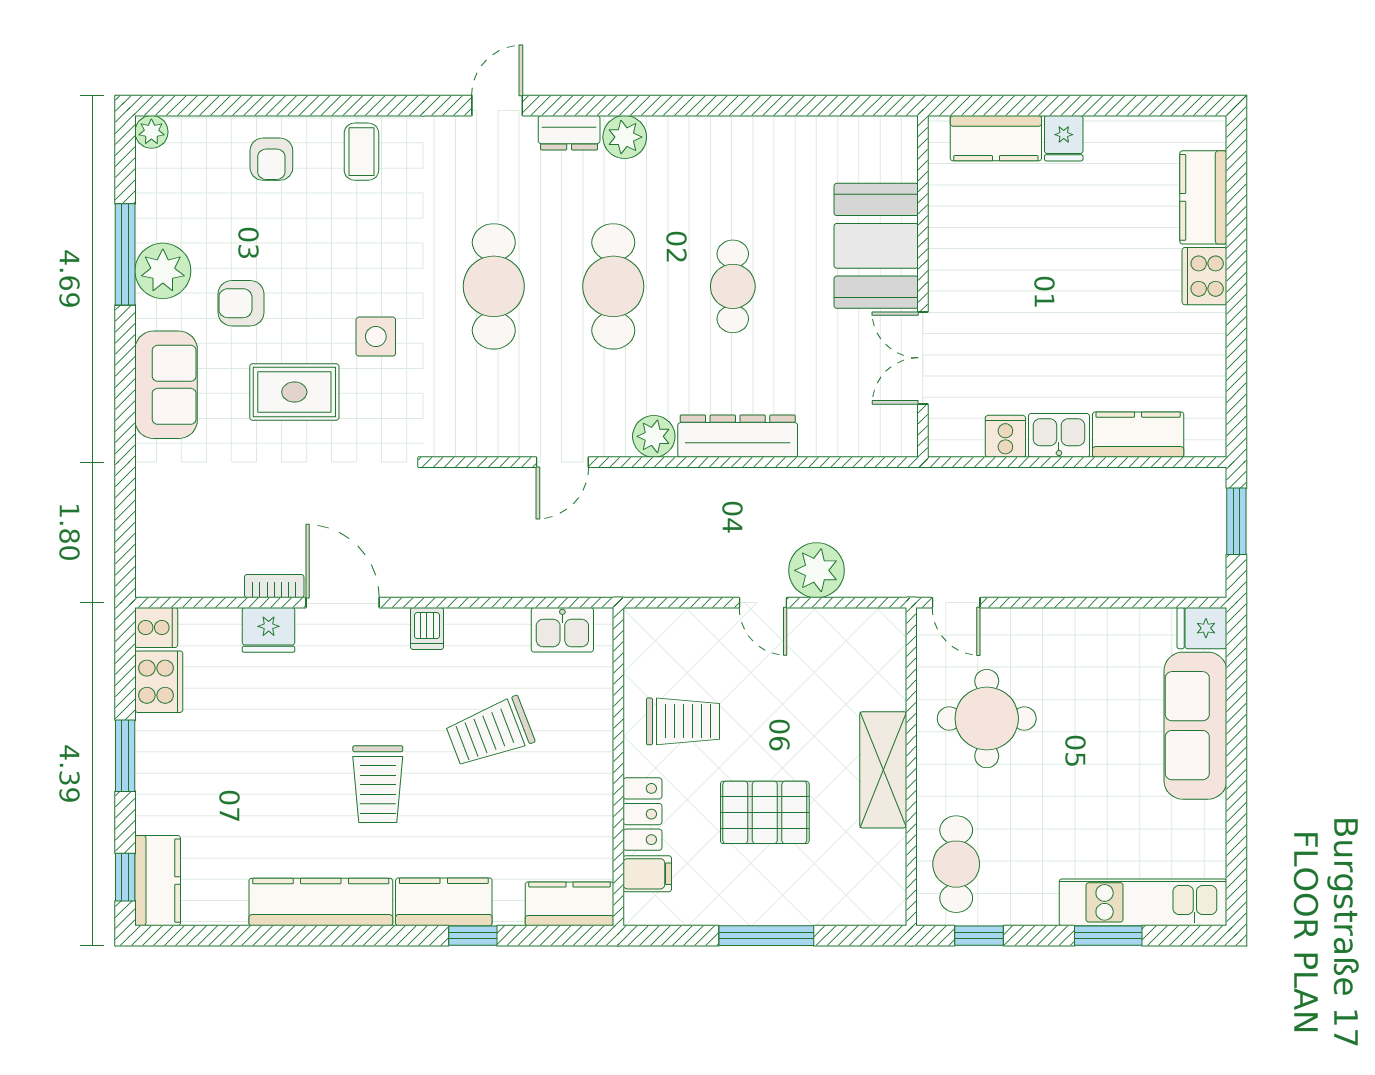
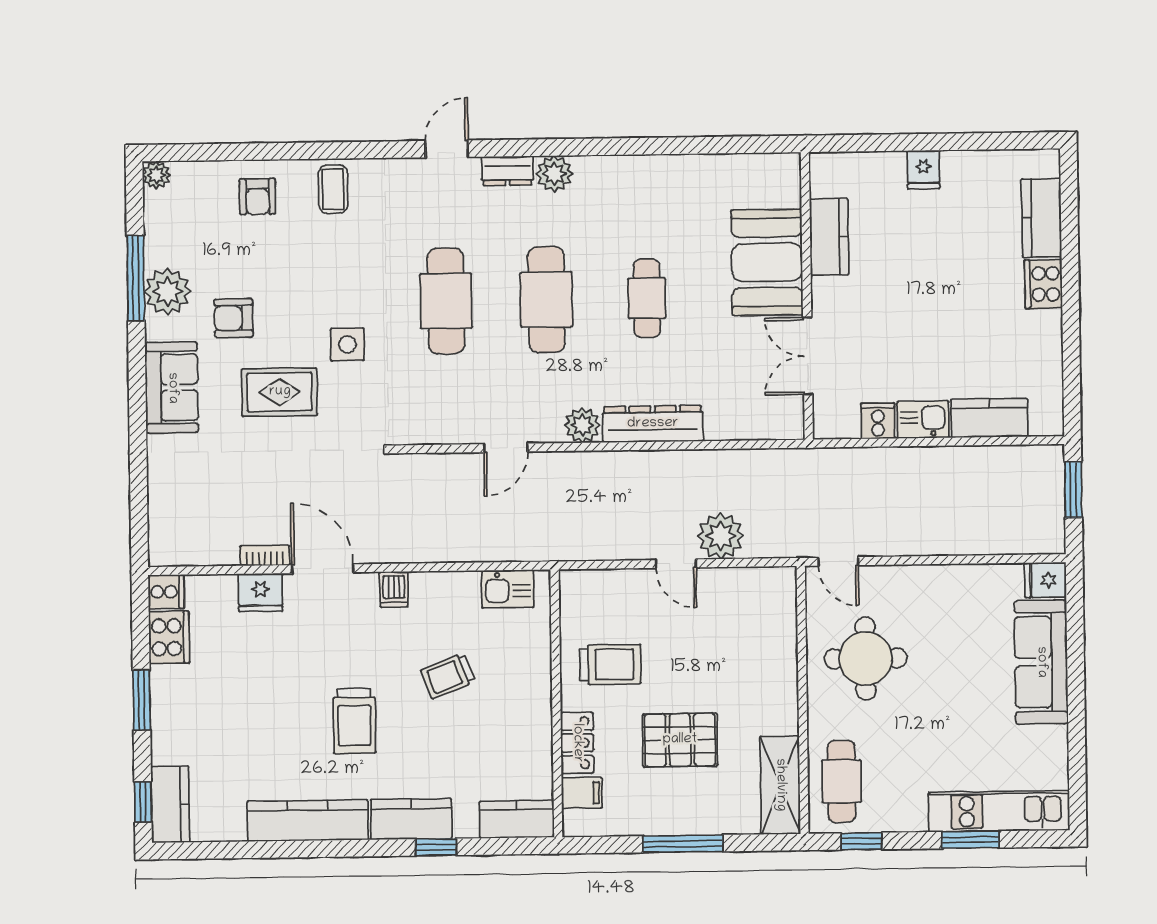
kitchen counter: (996, 138) -> (829, 237), moved, turned -90
trolley: (490, 732) -> (448, 676), width x0.73, depth x0.72
shelving: (883, 770) -> (780, 785), moved

